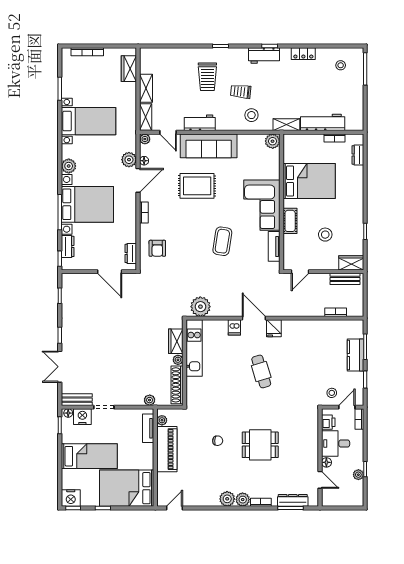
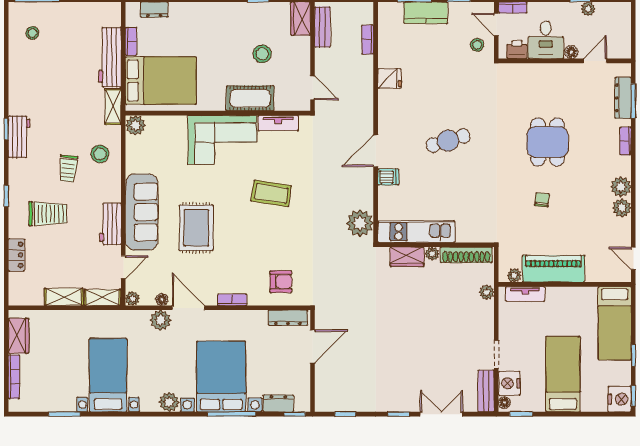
locker: (303, 54) -> (16, 255), moved
wardrobe: (129, 69) -> (19, 336), moved, turned -90
bed: (309, 181) -> (161, 81), moved, turned 90
cot: (290, 221) -> (250, 98), width x1.37, depth x1.34
dresser: (131, 253) -> (288, 318), width x1.44
fridge: (274, 328) -> (389, 78), moved
double door: (60, 367) -> (442, 414), swing flipped
bed: (127, 488) -> (615, 323), width x0.67
plant: (243, 500) -> (622, 208), moved

